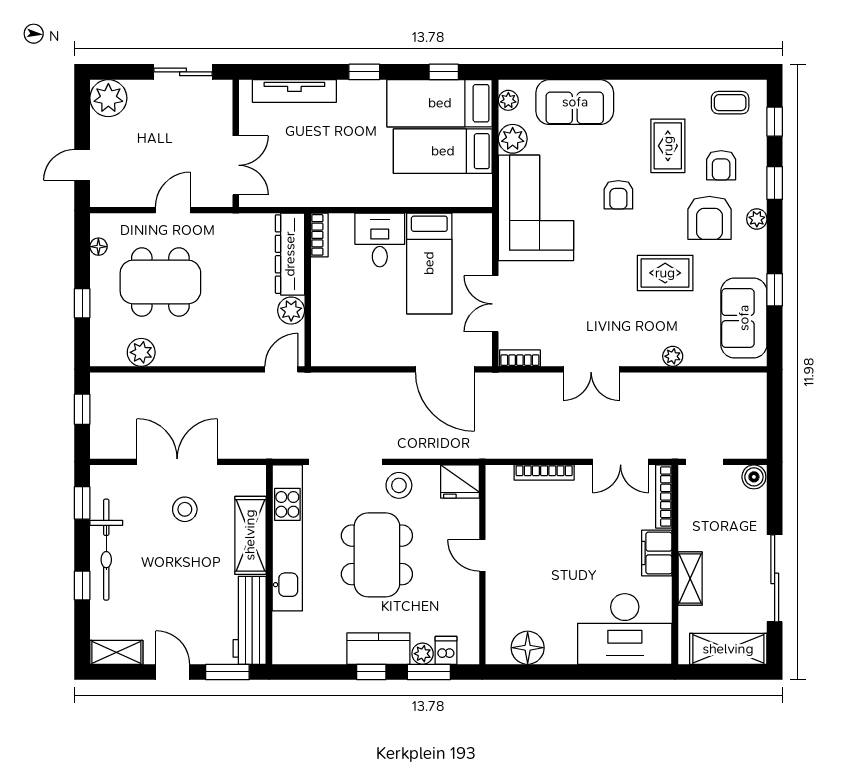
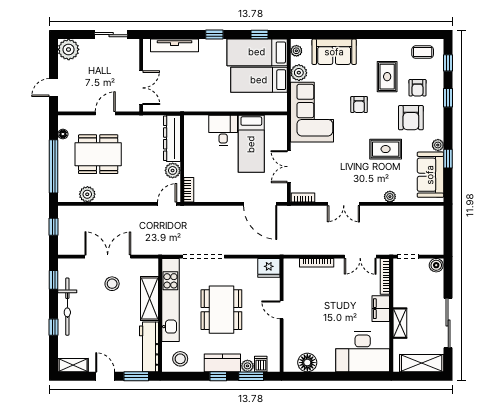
plant: (757, 219) -> (438, 145), moved
bookcase: (319, 235) -> (189, 190), moved
window: (82, 303) -> (54, 166), width x3.17
stool: (399, 485) -> (180, 359), moved

